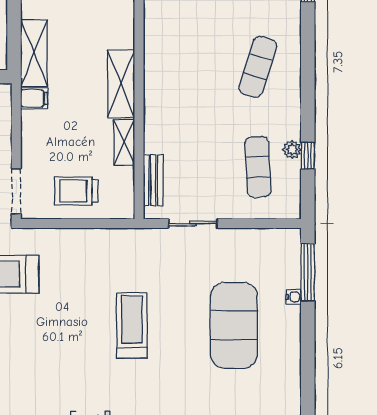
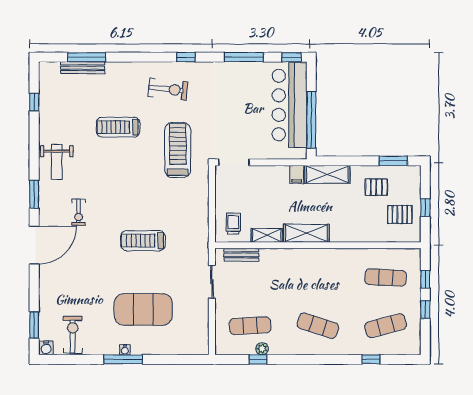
trolley: (76, 191) -> (233, 224), moved, width x0.73, depth x0.72
window: (308, 272) -> (123, 359), moved
water cooler: (294, 297) -> (125, 350), moved
treadmill: (132, 326) -> (143, 241), turned 180

